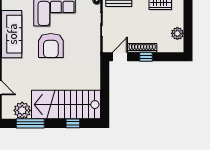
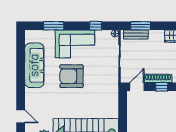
armchair: (51, 46) -> (72, 76), turned 90

